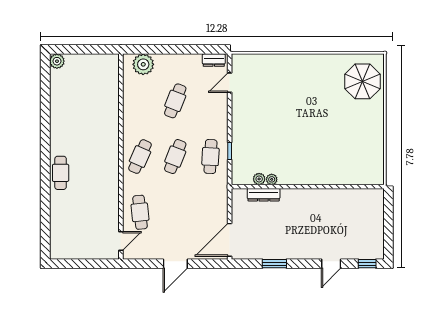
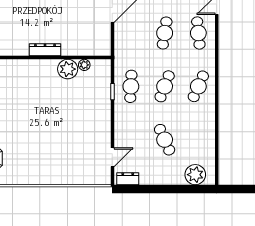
cafe table: (175, 101) -> (165, 140), turned -45
plant: (272, 179) -> (68, 69), width x1.87, depth x1.87
dresser: (264, 195) -> (45, 50), moved
cafe table: (175, 212) -> (165, 33), added

